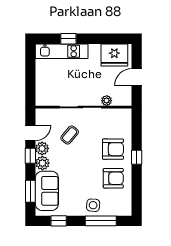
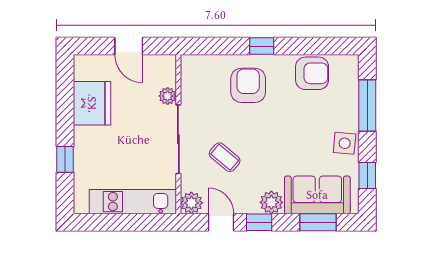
kitchen unit: (62, 51) -> (133, 202), moved, turned -90
fridge: (114, 55) -> (92, 103), moved
plant: (42, 148) -> (191, 203), moved
armchair: (113, 178) -> (312, 73), moved, turned 90
side table: (93, 205) -> (345, 143), moved

